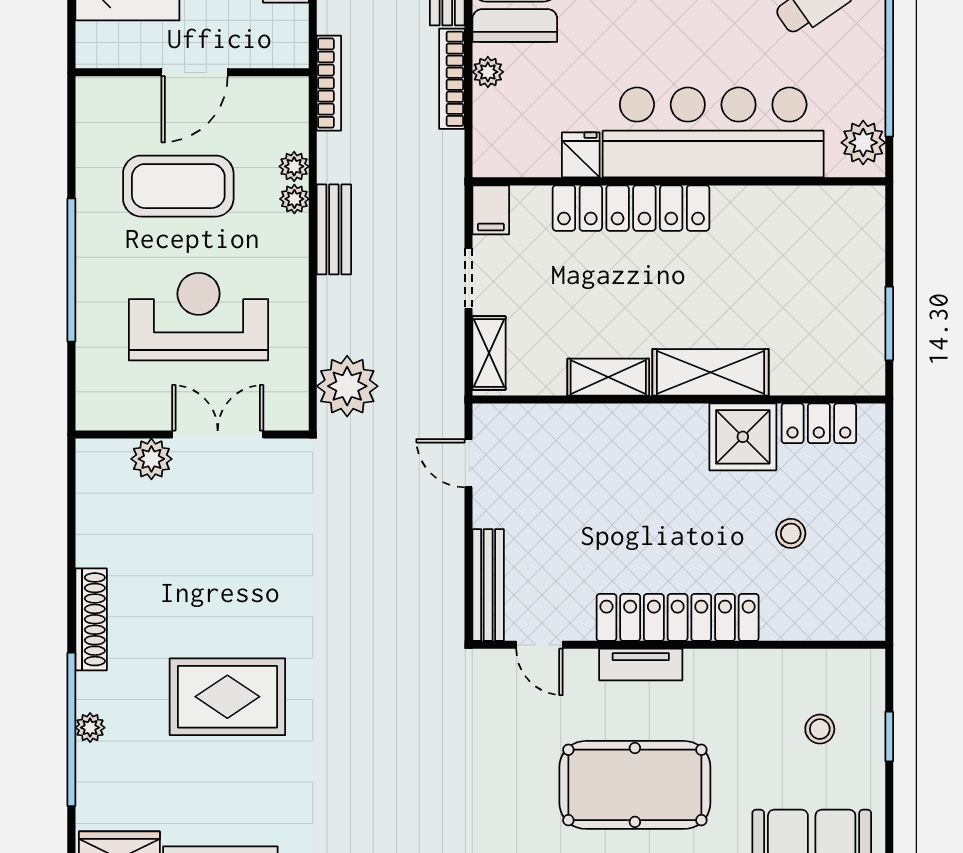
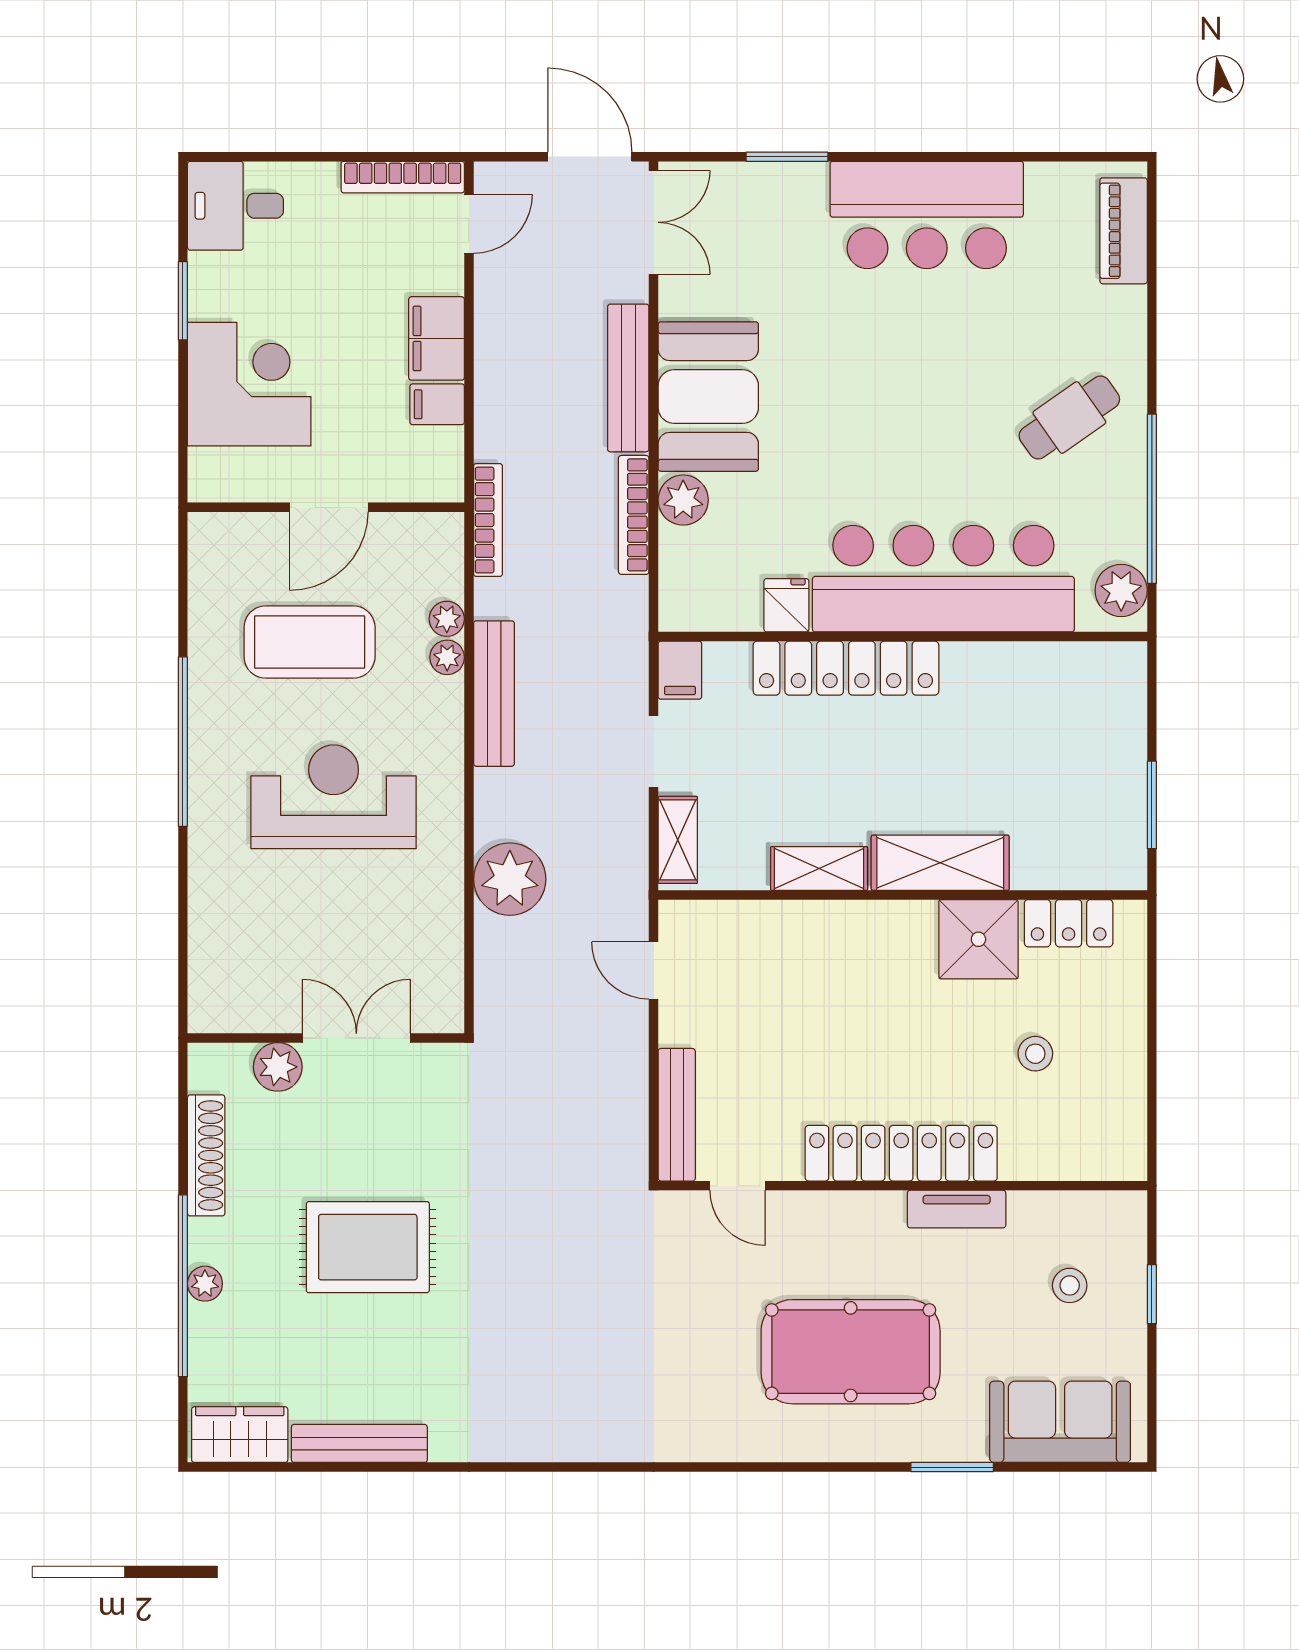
plant: (488, 72) -> (683, 500), width x1.38, depth x1.38
bench: (334, 229) -> (494, 694), width x1.36
wall: (192, 435) -> (326, 1038), moved
double door: (218, 435) -> (356, 1038), moved
plant: (151, 459) -> (278, 1067), moved
tv unit: (641, 665) -> (957, 1209), moved

